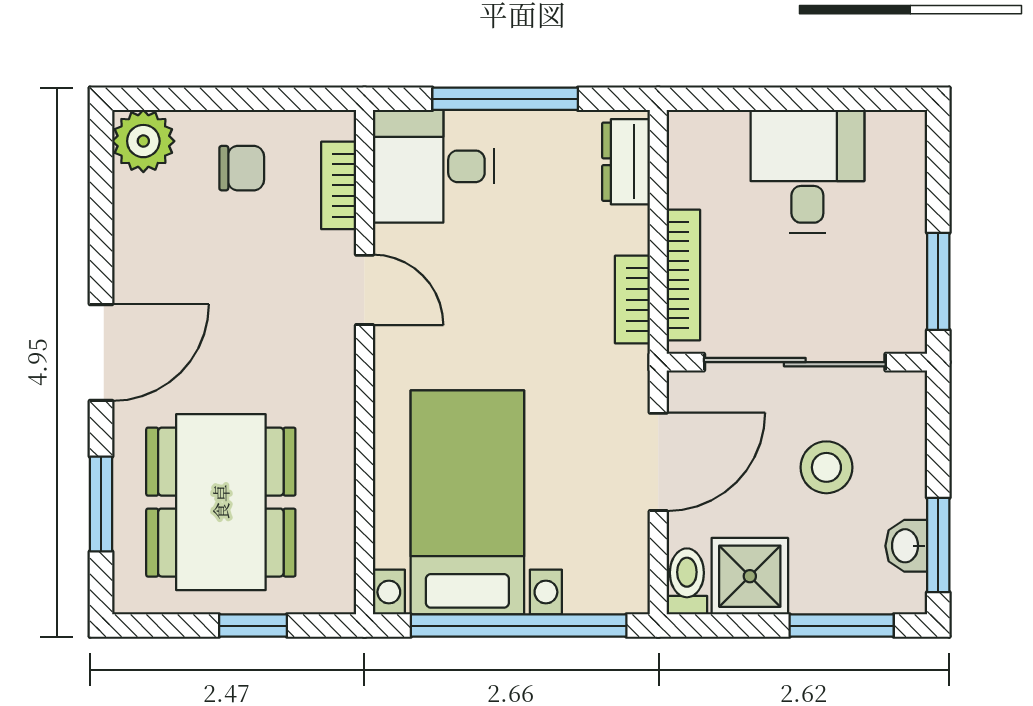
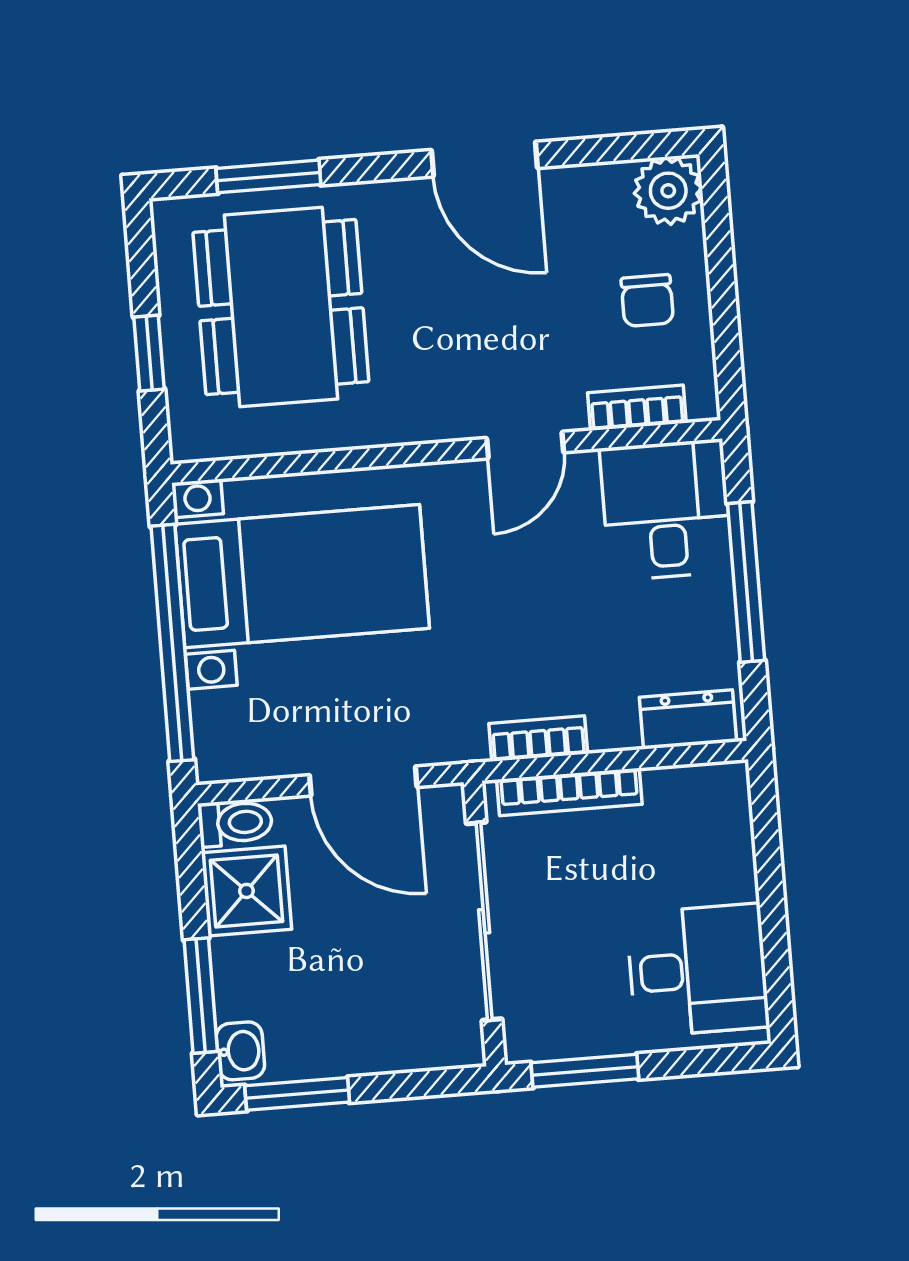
desk: (807, 171) -> (698, 970), moved
door: (101, 353) -> (484, 159), moved
stool: (826, 467) -> (372, 965), removed
dining table: (221, 502) -> (281, 307), turned 90
washbasin: (906, 546) -> (240, 1051), moved, turned 90

